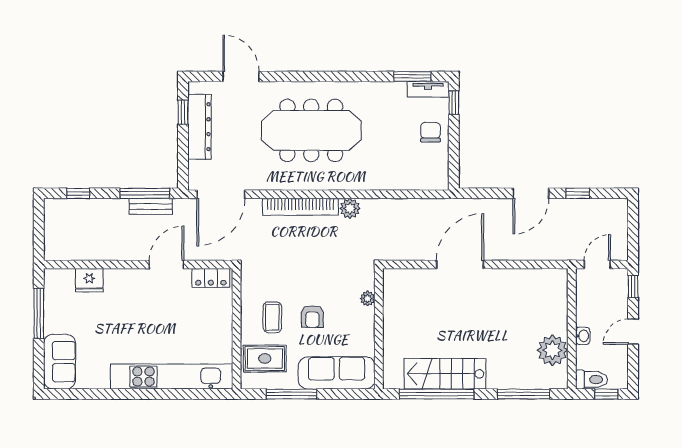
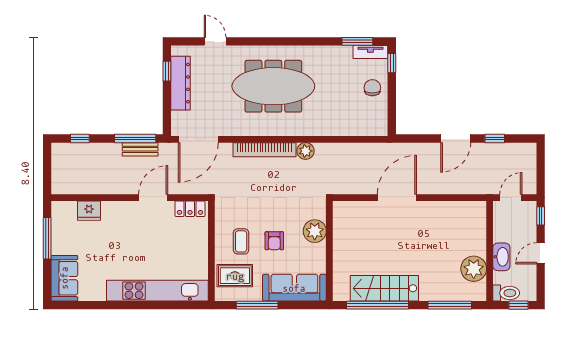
door: (241, 76) -> (215, 41), width x0.73
plant: (368, 298) -> (315, 231), width x1.88, depth x1.88
washbasin: (583, 336) -> (501, 257), width x1.91, depth x1.45

